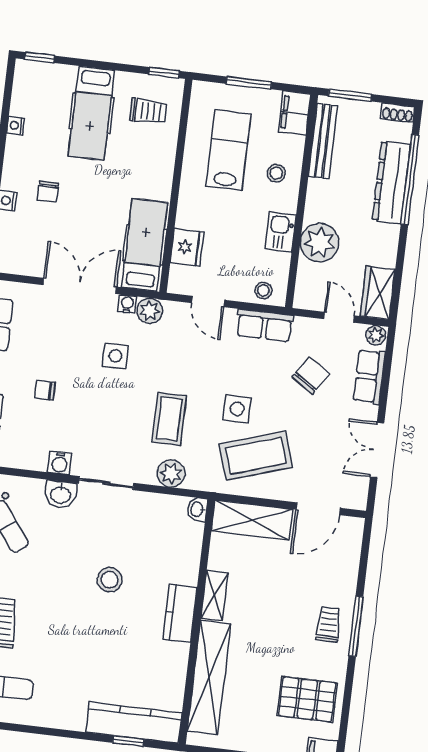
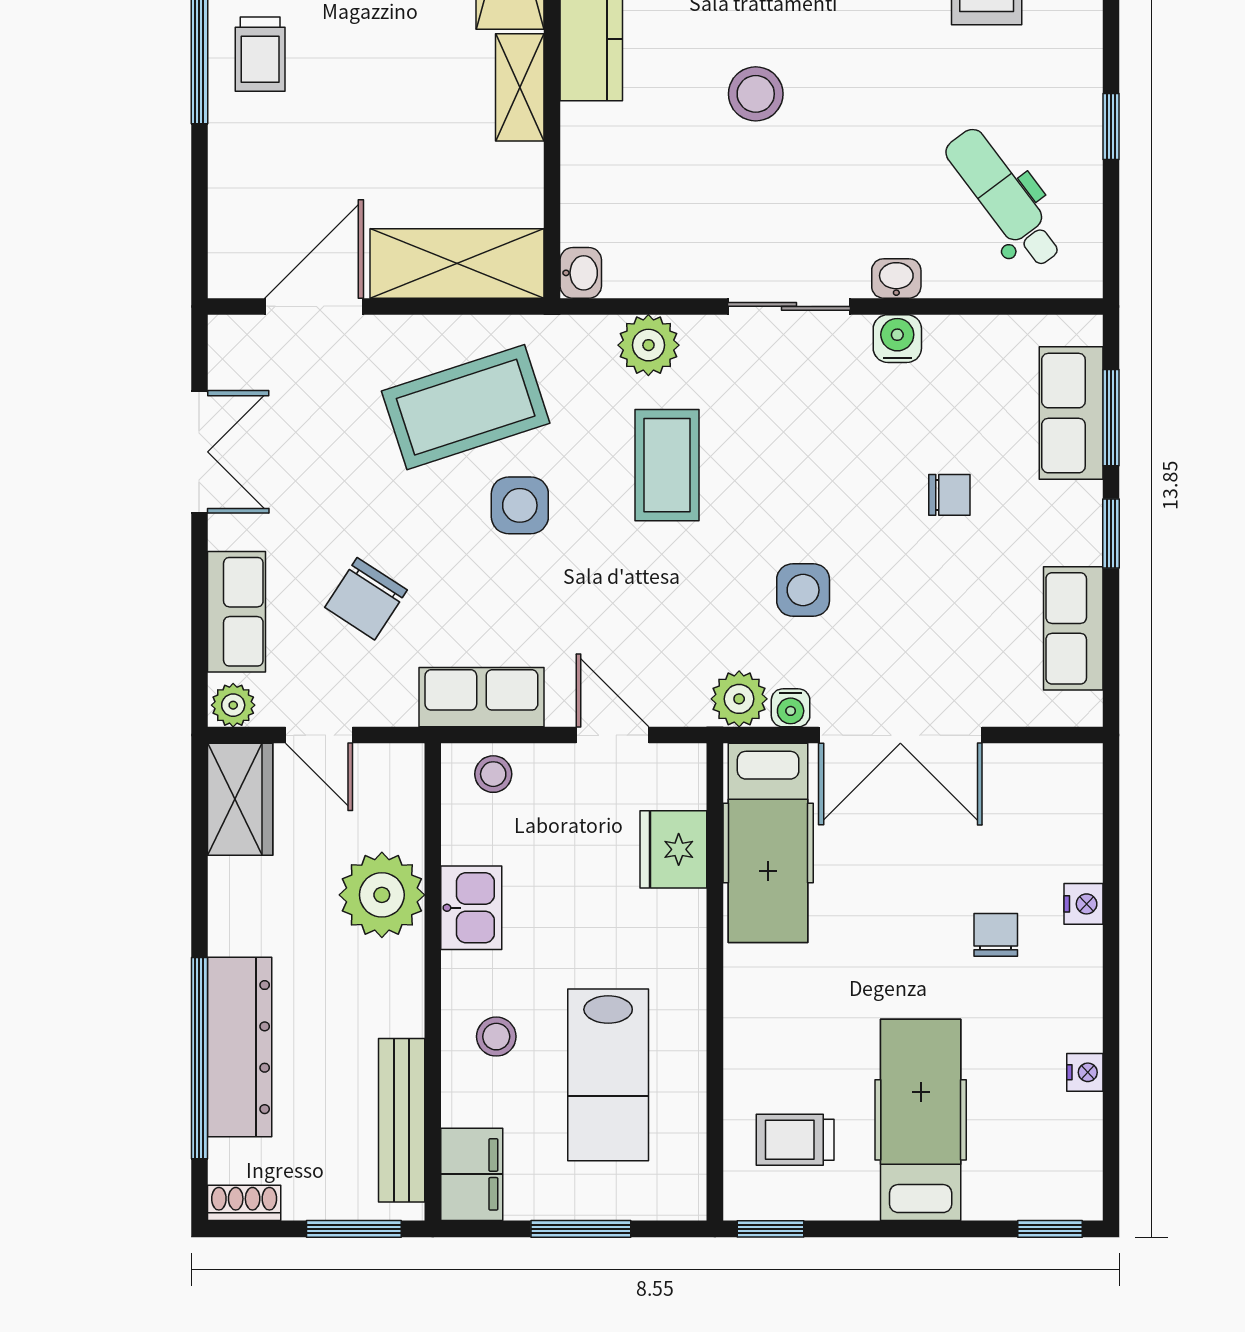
washbasin: (61, 494) -> (896, 278), width x0.72, depth x0.69

